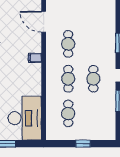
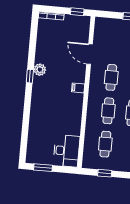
desk: (25, 118) -> (66, 151), width x0.73, depth x0.77
window: (83, 144) -> (105, 173), moved

